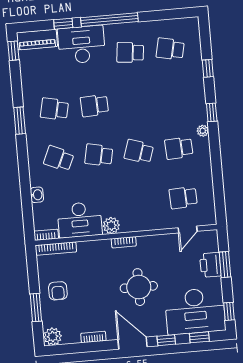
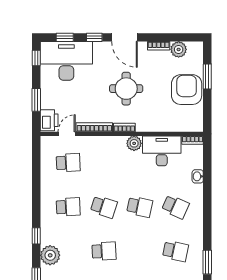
school desk: (94, 106) -> (104, 251), moved
window: (20, 121) -> (207, 262), moved
plant: (203, 131) -> (50, 255), moved, width x1.88, depth x1.88
bookcase: (56, 249) -> (94, 127), moved
printer: (210, 265) -> (49, 120), moved
round table: (139, 287) -> (126, 89), moved
armchair: (58, 291) -> (187, 90), width x1.88, depth x1.88
plant: (53, 336) -> (179, 49), moved

